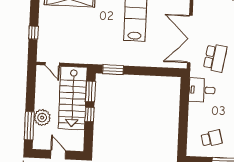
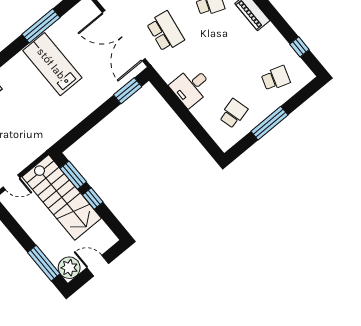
window: (113, 70) -> (128, 91), moved
desk: (202, 90) -> (191, 87), moved
plant: (42, 118) -> (69, 268), moved

